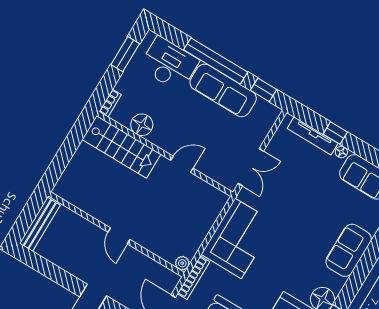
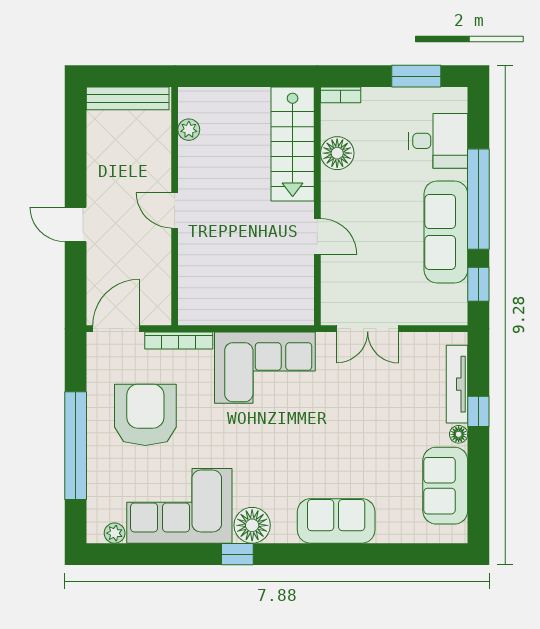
desk: (169, 64) -> (438, 141), width x0.73
door: (119, 236) -> (175, 211), hinge flipped
plant: (182, 263) -> (189, 130), moved

